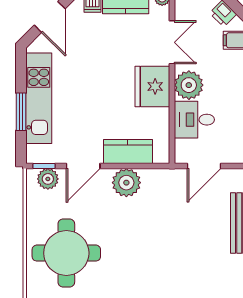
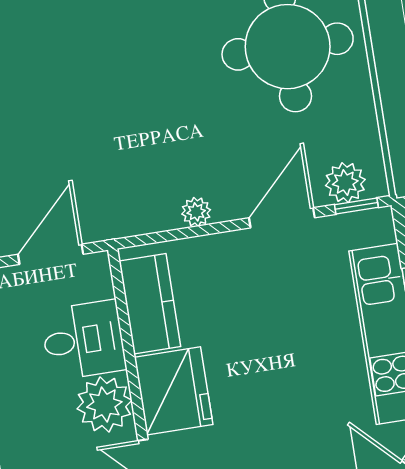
kitchen counter: (128, 152) -> (150, 304), moved, turned -90
plant: (126, 183) -> (196, 212), width x0.53, depth x0.53

